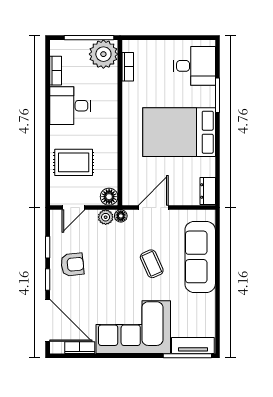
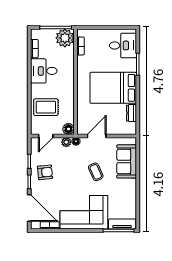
dresser: (208, 191) -> (131, 113), moved
sofa: (200, 257) -> (127, 161), width x0.73

